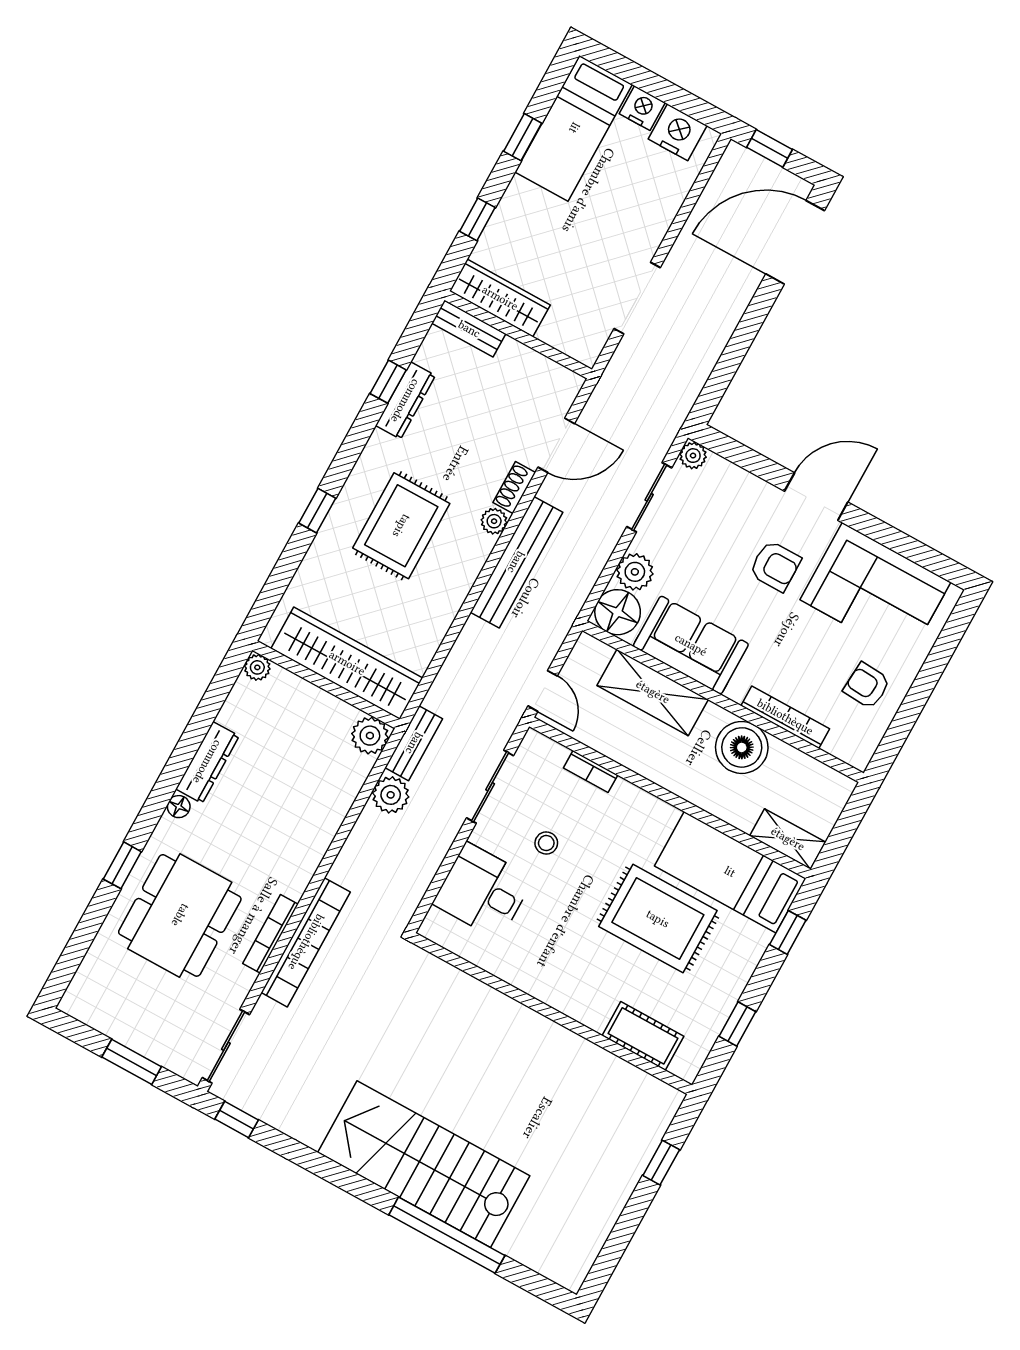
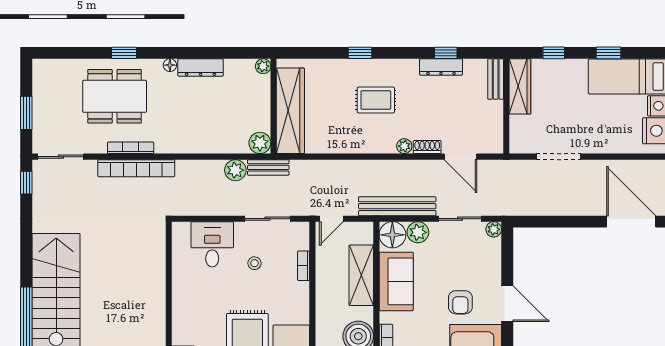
rug: (401, 526) -> (376, 100), width x0.73, depth x0.70
bench: (516, 562) -> (397, 206), moved

